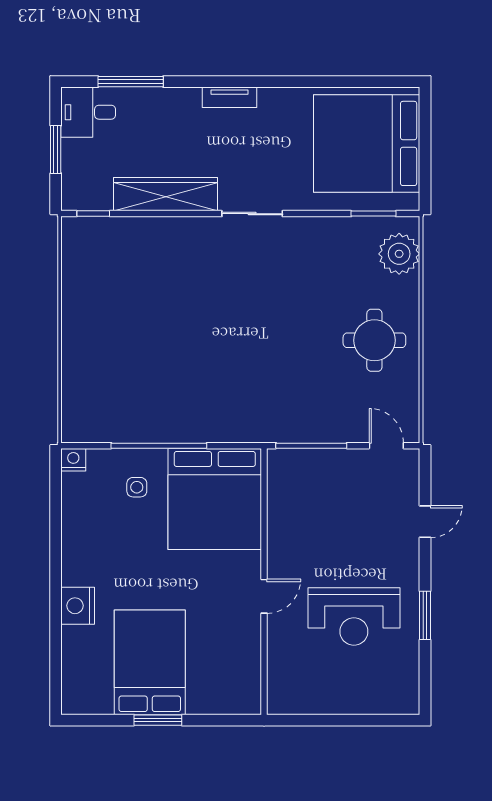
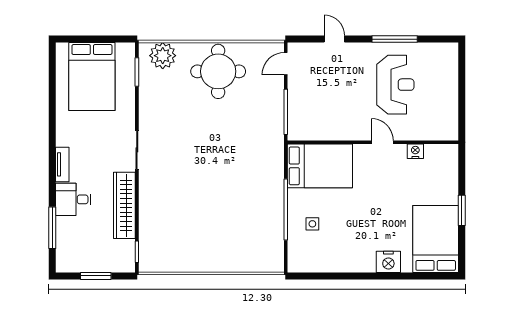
desk: (88, 112) -> (73, 199), moved, turned 90
bed: (367, 143) -> (92, 76), width x0.73
round table: (374, 340) -> (218, 71), width x1.36, depth x1.36
nightstand: (73, 460) -> (415, 151), moved, turned 90
bed: (215, 499) -> (320, 166), width x0.73
window: (425, 615) -> (395, 39), width x1.44
bed: (150, 662) -> (436, 239), moved, turned 90

